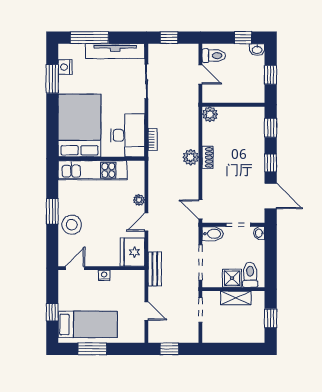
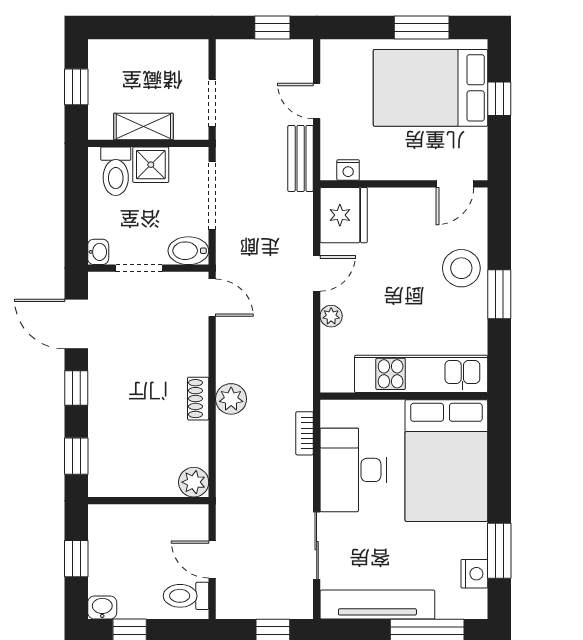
desk: (128, 135) -> (353, 470), moved
bench: (155, 269) -> (301, 158), moved
nightstand: (104, 275) -> (348, 170), moved
bed: (88, 324) -> (431, 88), width x1.50

